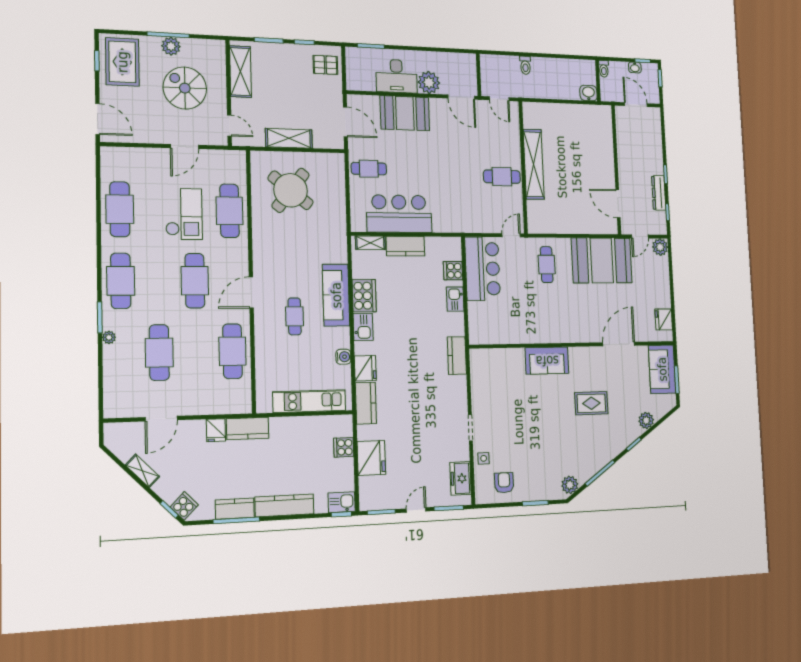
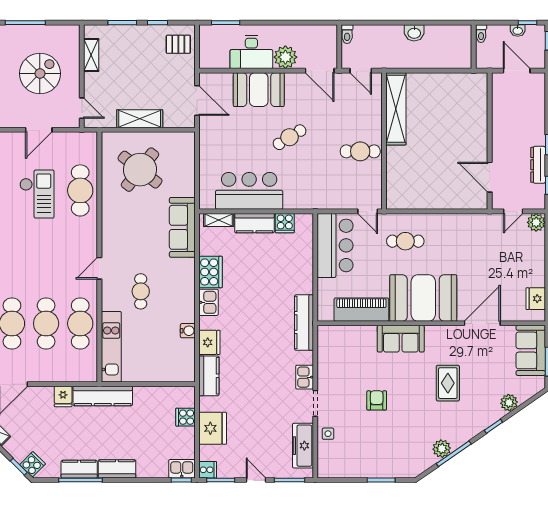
plant: (171, 46) -> (28, 34), removed
toilet: (525, 65) -> (347, 34), moved
shelving: (240, 72) -> (91, 55), width x0.67, depth x0.75
spiral stairs: (185, 88) -> (40, 73), turned 90
washbasin: (589, 93) -> (414, 33), moved, turned 180
shelving: (534, 164) -> (396, 109), moved
cafe table: (369, 169) -> (290, 137), moved, turned -32
door: (511, 235) -> (368, 211), swing flipped
booth: (602, 260) -> (423, 298), moved
cafe table: (547, 265) -> (405, 241), turned 90
cooker: (453, 271) -> (285, 223), moved, turned -90
cafe table: (195, 281) -> (46, 323), moved
door: (251, 292) -> (99, 268), width x0.73
sofa: (336, 295) -> (182, 227), moved
kitchen sink: (455, 299) -> (305, 377), moved
piano: (510, 332) -> (361, 310), added
kitchen counter: (457, 356) -> (304, 323), width x1.50
kitchen unit: (309, 401) -> (111, 347), moved, turned 90
rug: (591, 403) -> (448, 383), turned 90
kitchen counter: (248, 428) -> (103, 396), width x1.50
freezer: (461, 478) -> (303, 446), width x1.40
armchair: (504, 483) -> (377, 400), moved
plant: (570, 485) -> (442, 449), moved
cooker: (368, 502) -> (208, 470), added
kitchen counter: (285, 505) -> (117, 469), width x0.67
door: (416, 510) -> (256, 480), hinge flipped

